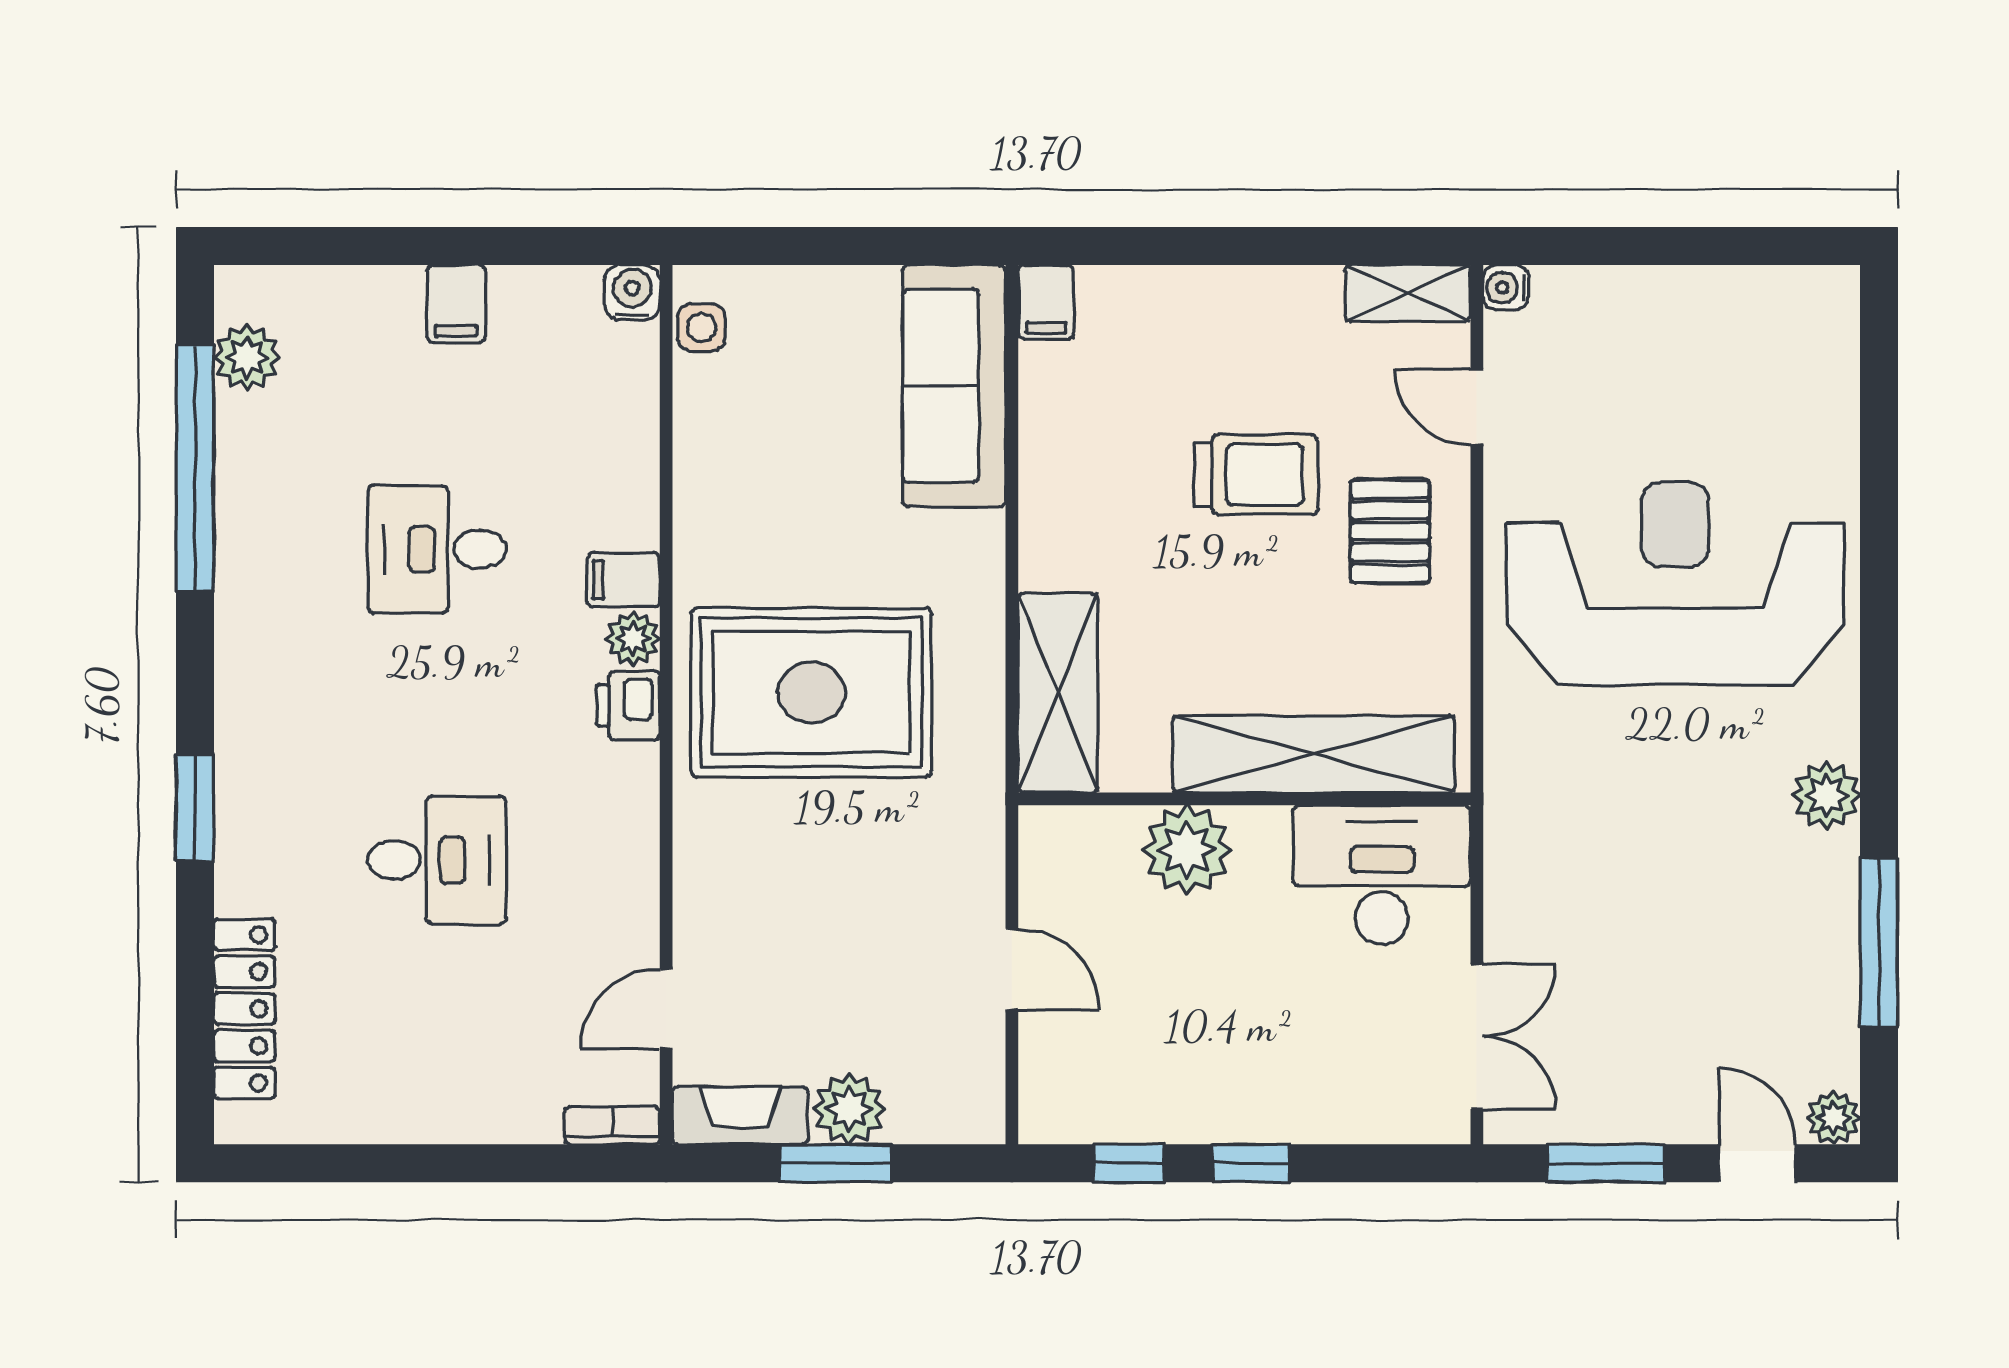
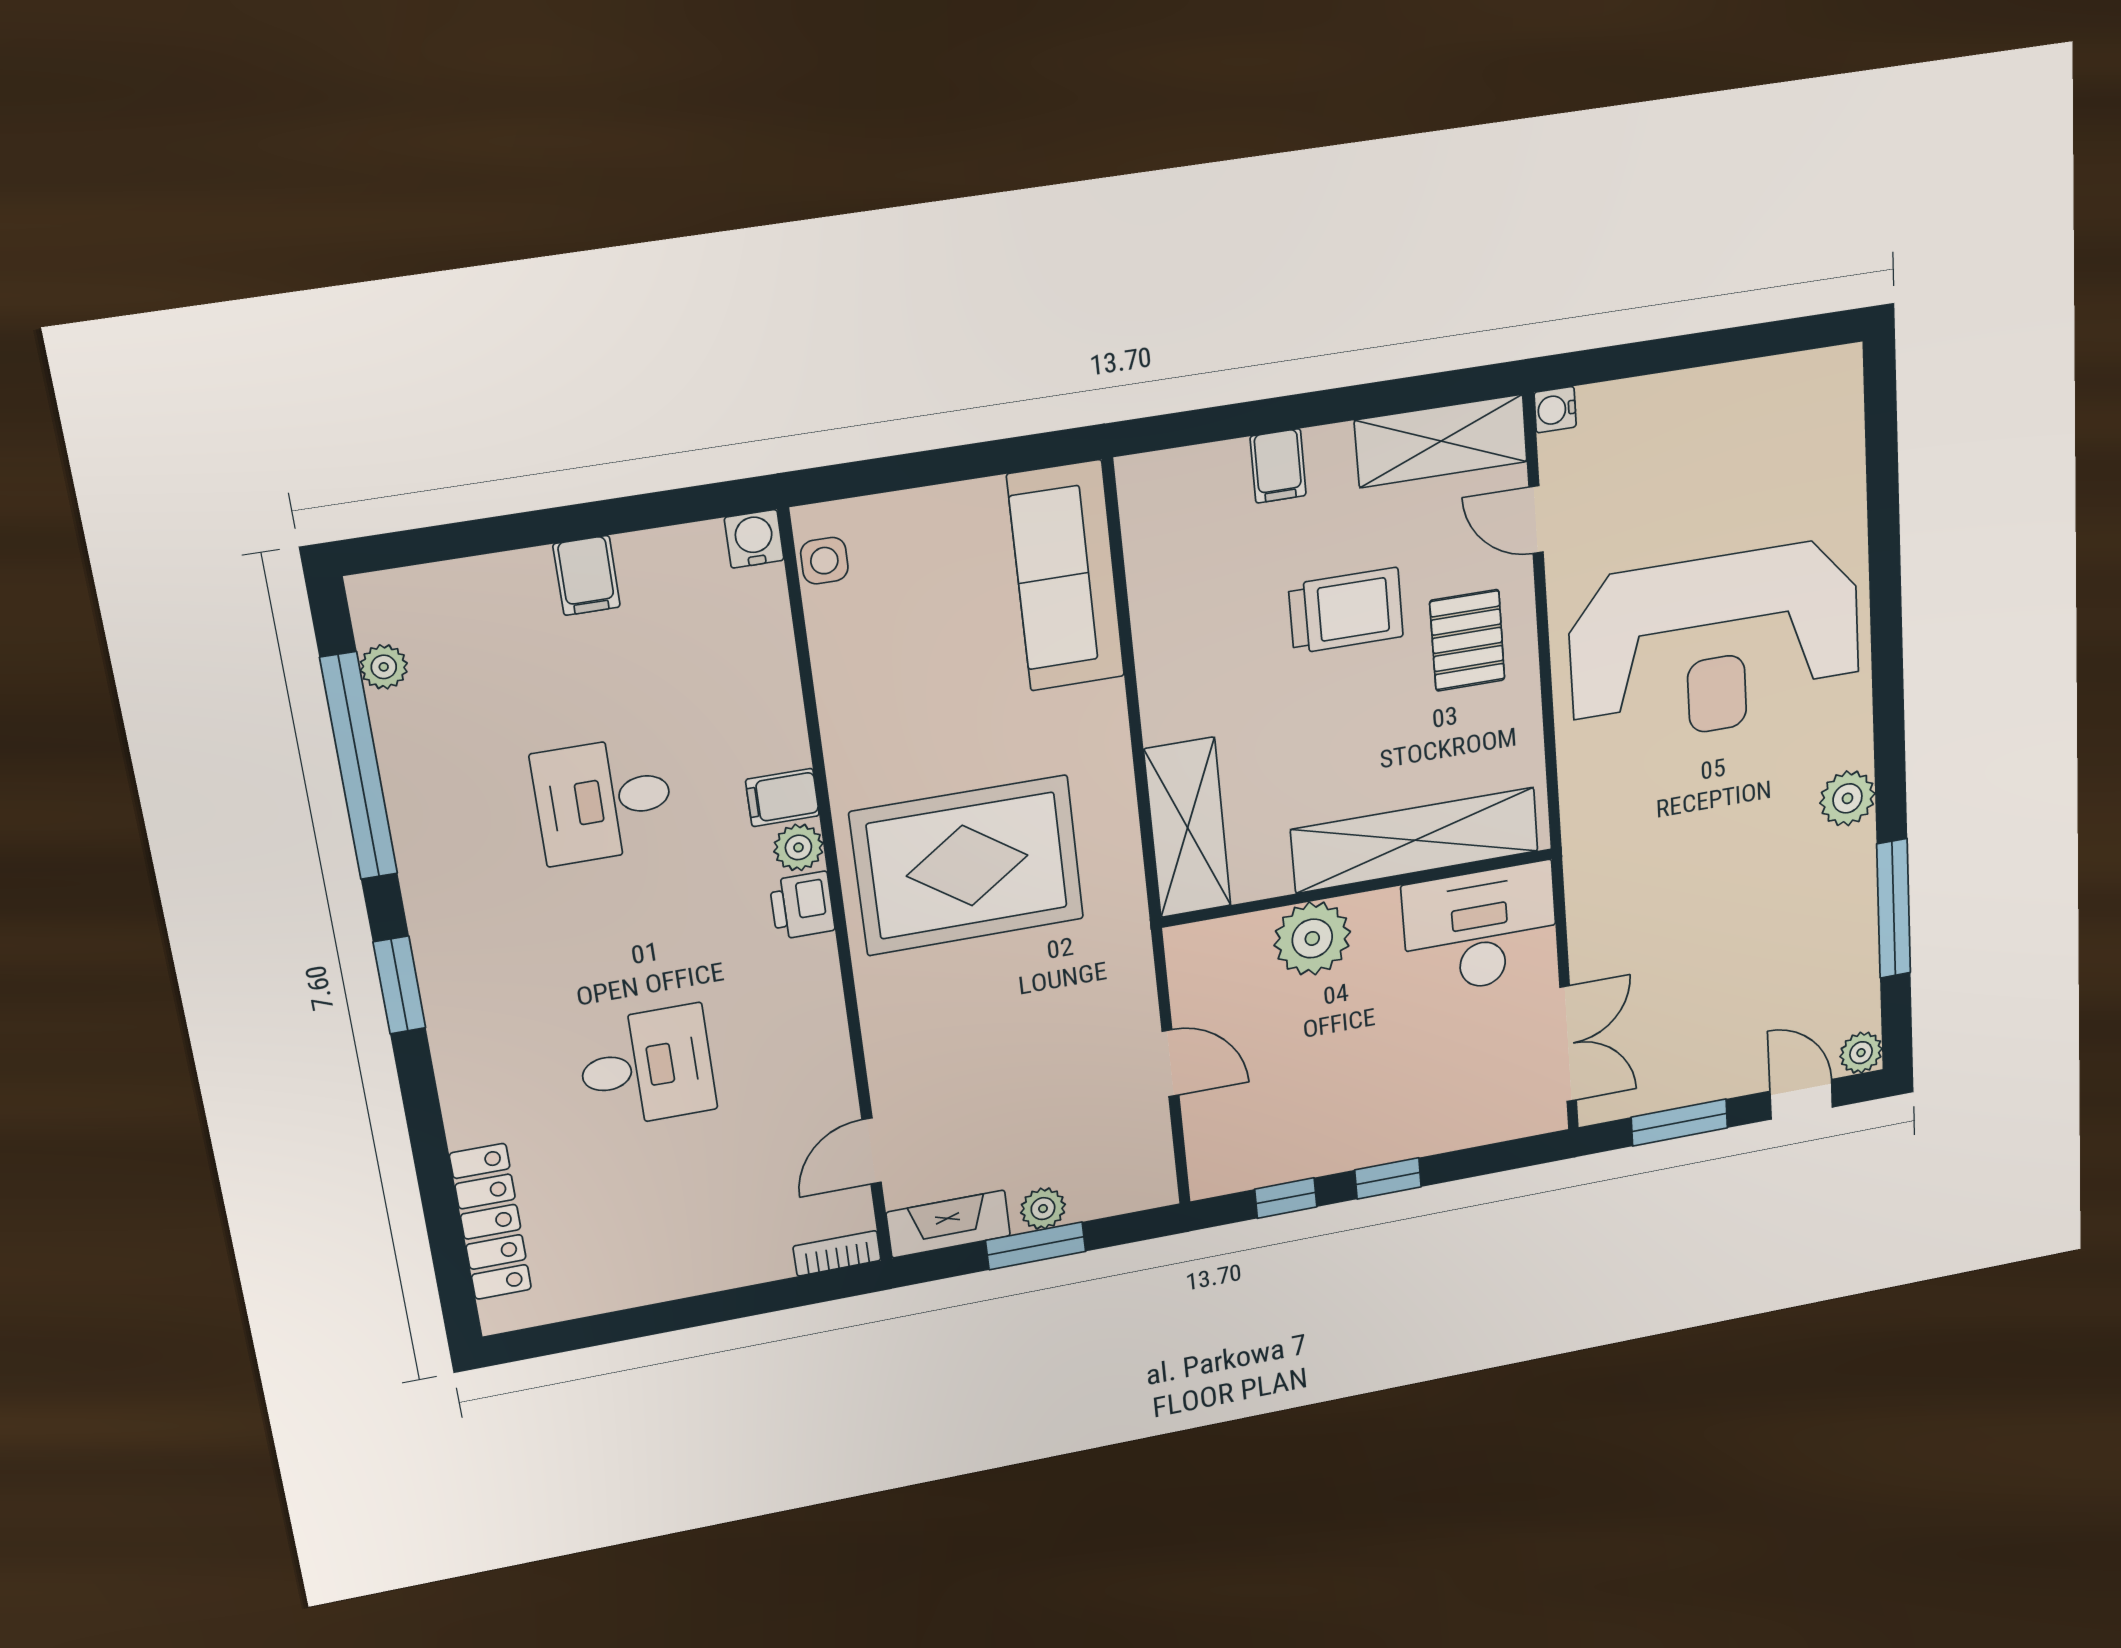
shelving: (1408, 293) -> (1441, 441), width x1.50, depth x1.33
filing cabinet: (1046, 302) -> (1278, 466), moved
plant: (247, 357) -> (384, 667), width x0.73, depth x0.73
reception desk: (1675, 584) -> (1715, 644), turned 180
window: (195, 808) -> (399, 985), moved
plant: (849, 1109) -> (1043, 1209), width x0.73, depth x0.73

